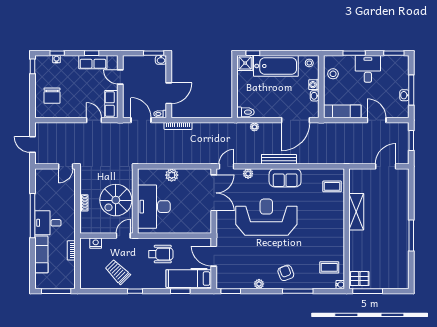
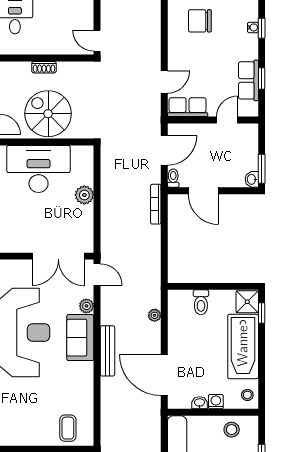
toilet: (246, 112) -> (201, 302), moved
sofa: (285, 178) -> (80, 338), moved

